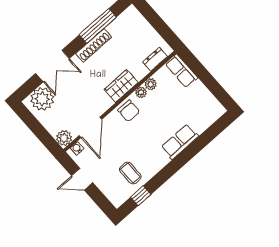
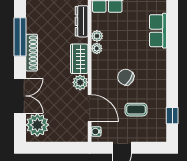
dresser: (155, 59) -> (82, 21), width x1.44
chair: (129, 111) -> (126, 77), moved, turned -149
plant: (64, 138) -> (80, 82), moved
row of seats: (180, 142) -> (158, 31), moved
coffee table: (130, 173) -> (136, 110), moved

